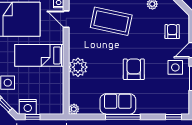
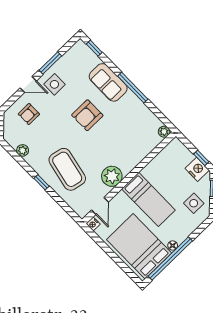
plant: (78, 67) -> (112, 176), moved
sofa: (118, 104) -> (108, 82), moved

